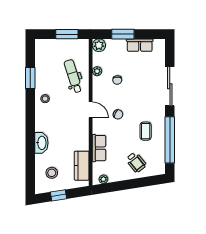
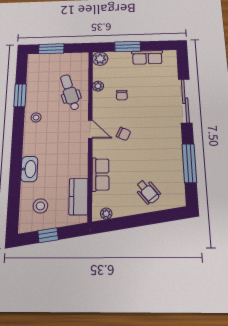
window: (67, 34) -> (51, 49), moved
coffee table: (146, 131) -> (158, 153), removed
window: (170, 140) -> (189, 163), width x0.68

